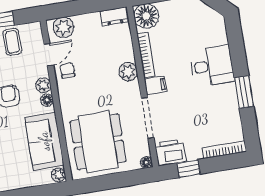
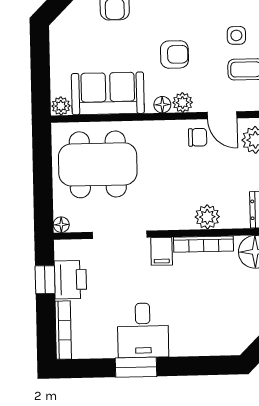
desk: (212, 66) -> (143, 330), moved
plant: (128, 72) -> (207, 217), moved
printer: (170, 152) -> (70, 280), moved

